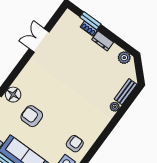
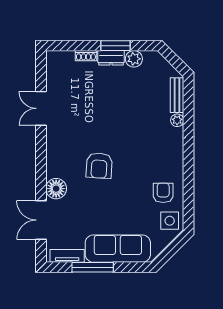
window: (90, 21) -> (115, 46), moved
plant: (124, 58) -> (134, 59), moved
armchair: (32, 116) -> (99, 166), moved, turned -86

